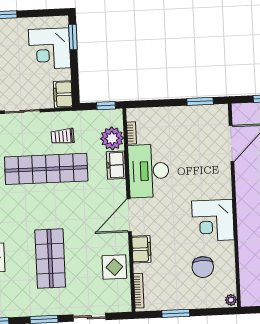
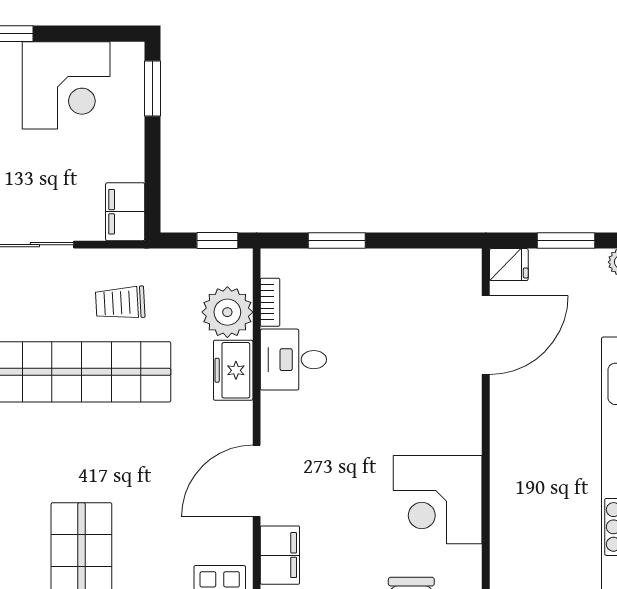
corner desk: (50, 49) -> (66, 85), moved, turned -90
window: (200, 101) -> (337, 241), moved
fridge: (241, 111) -> (509, 265), added
desk: (149, 171) -> (293, 360), width x0.53, depth x0.77

